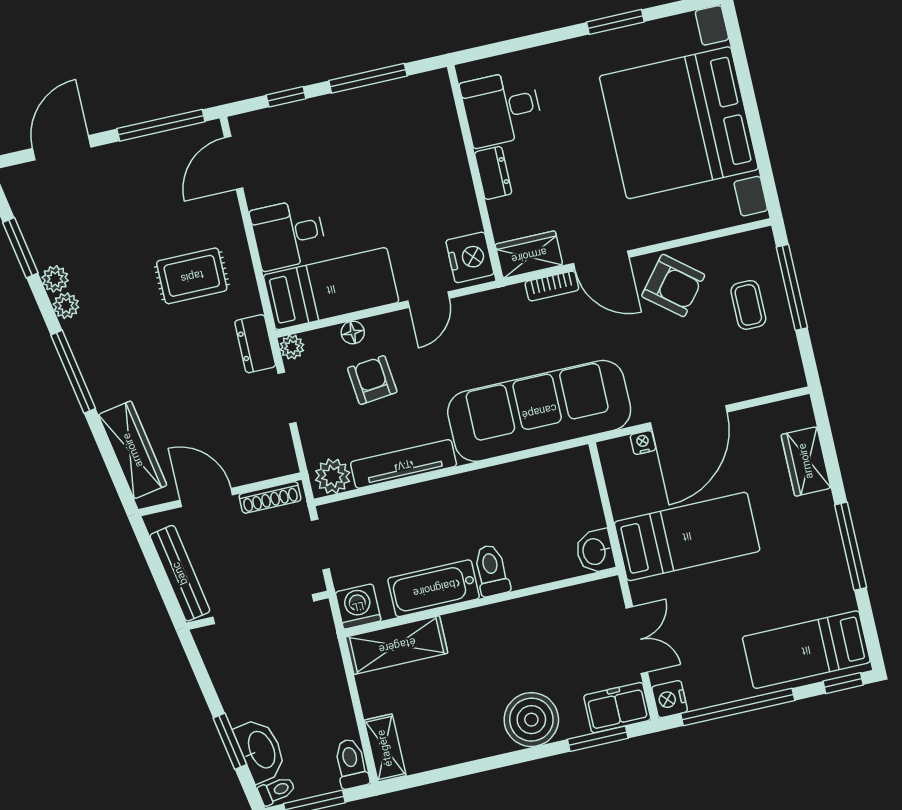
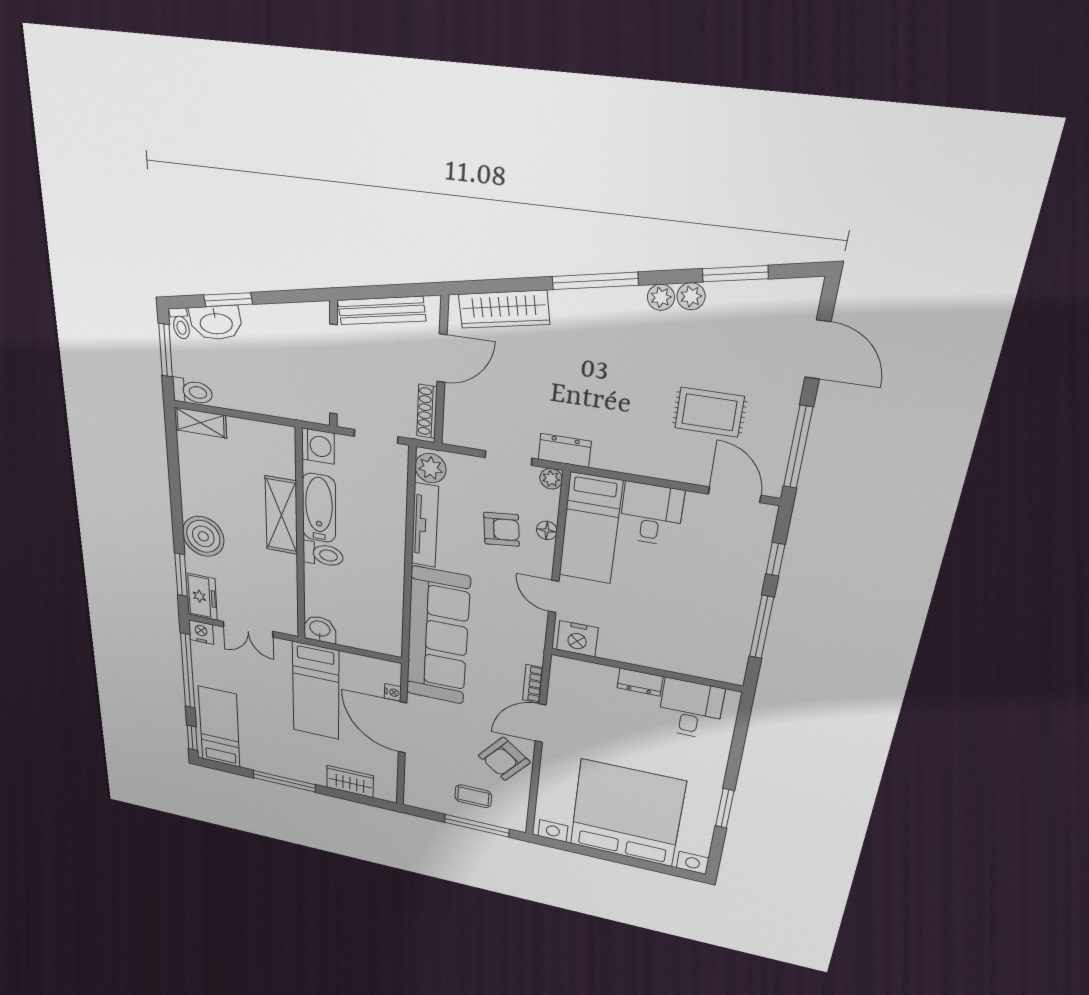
wardrobe: (529, 255) -> (564, 679), removed
rug: (192, 276) -> (709, 412), moved, turned 90
shelving: (397, 645) -> (281, 515), moved

